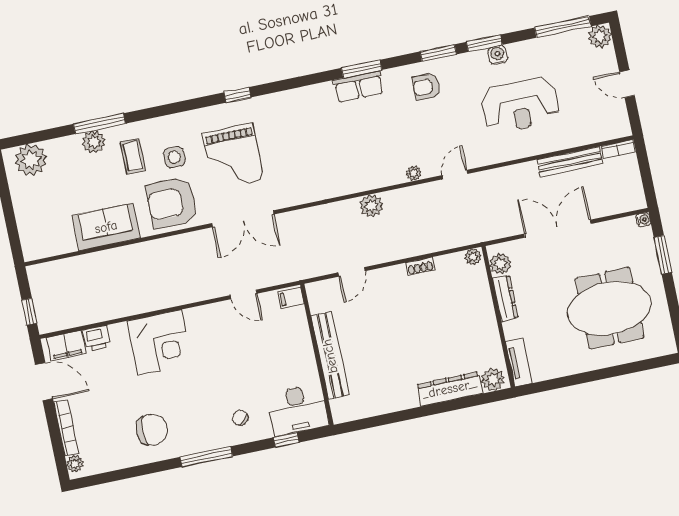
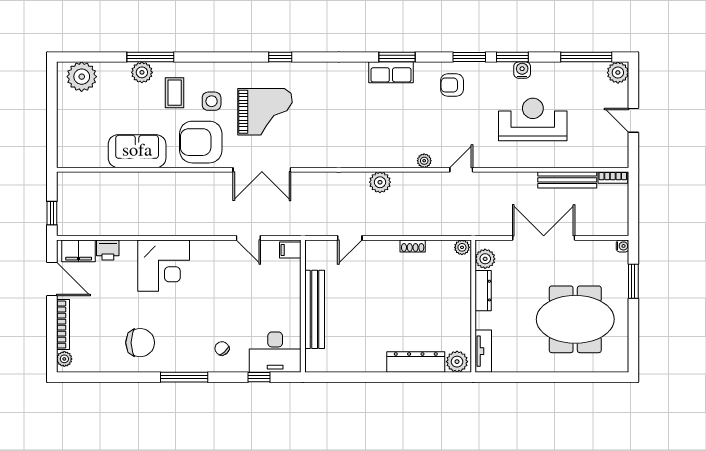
reception desk: (520, 105) -> (533, 120), turned 180
grand piano: (233, 157) -> (265, 112), turned -90

